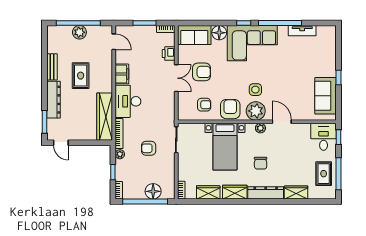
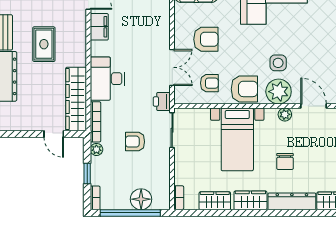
printer: (169, 54) -> (162, 101), moved
filing cabinet: (122, 74) -> (99, 27), moved
double door: (176, 78) -> (172, 67), moved
armchair: (230, 109) -> (244, 89), turned 90
door: (61, 143) -> (54, 134), moved

